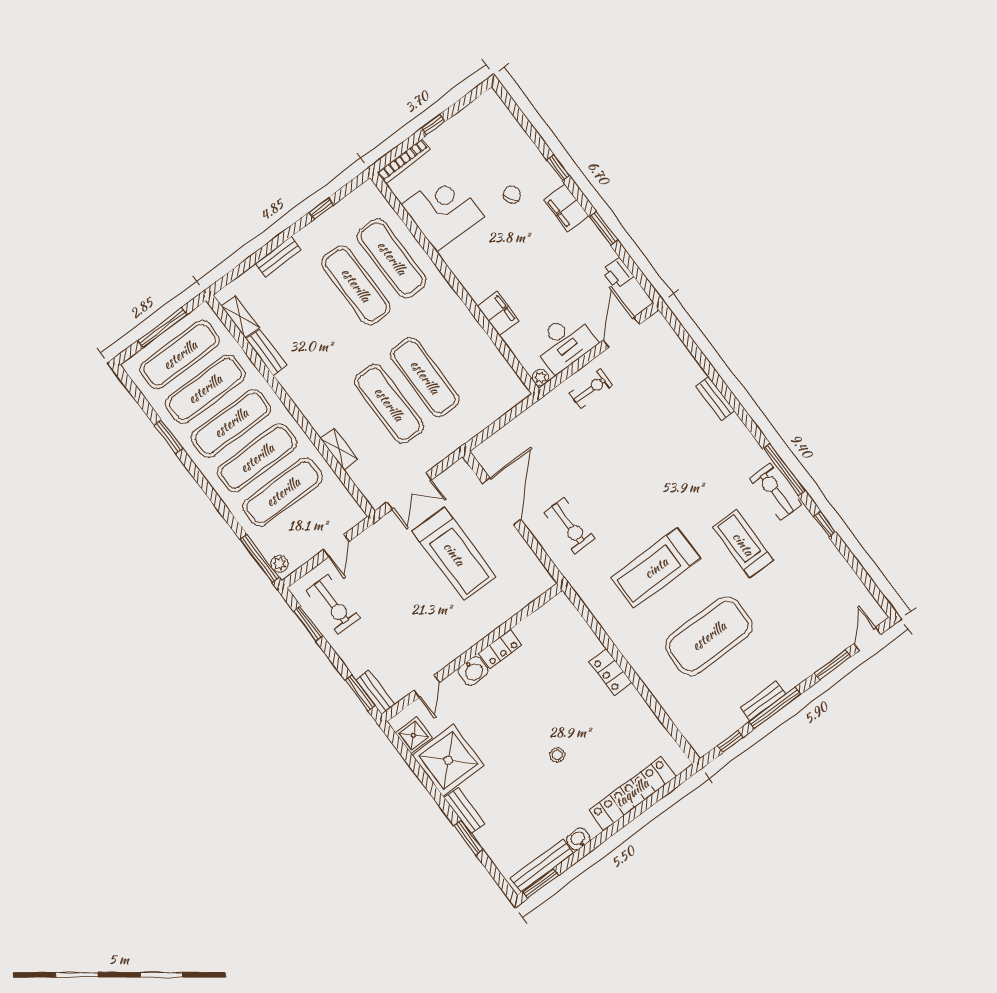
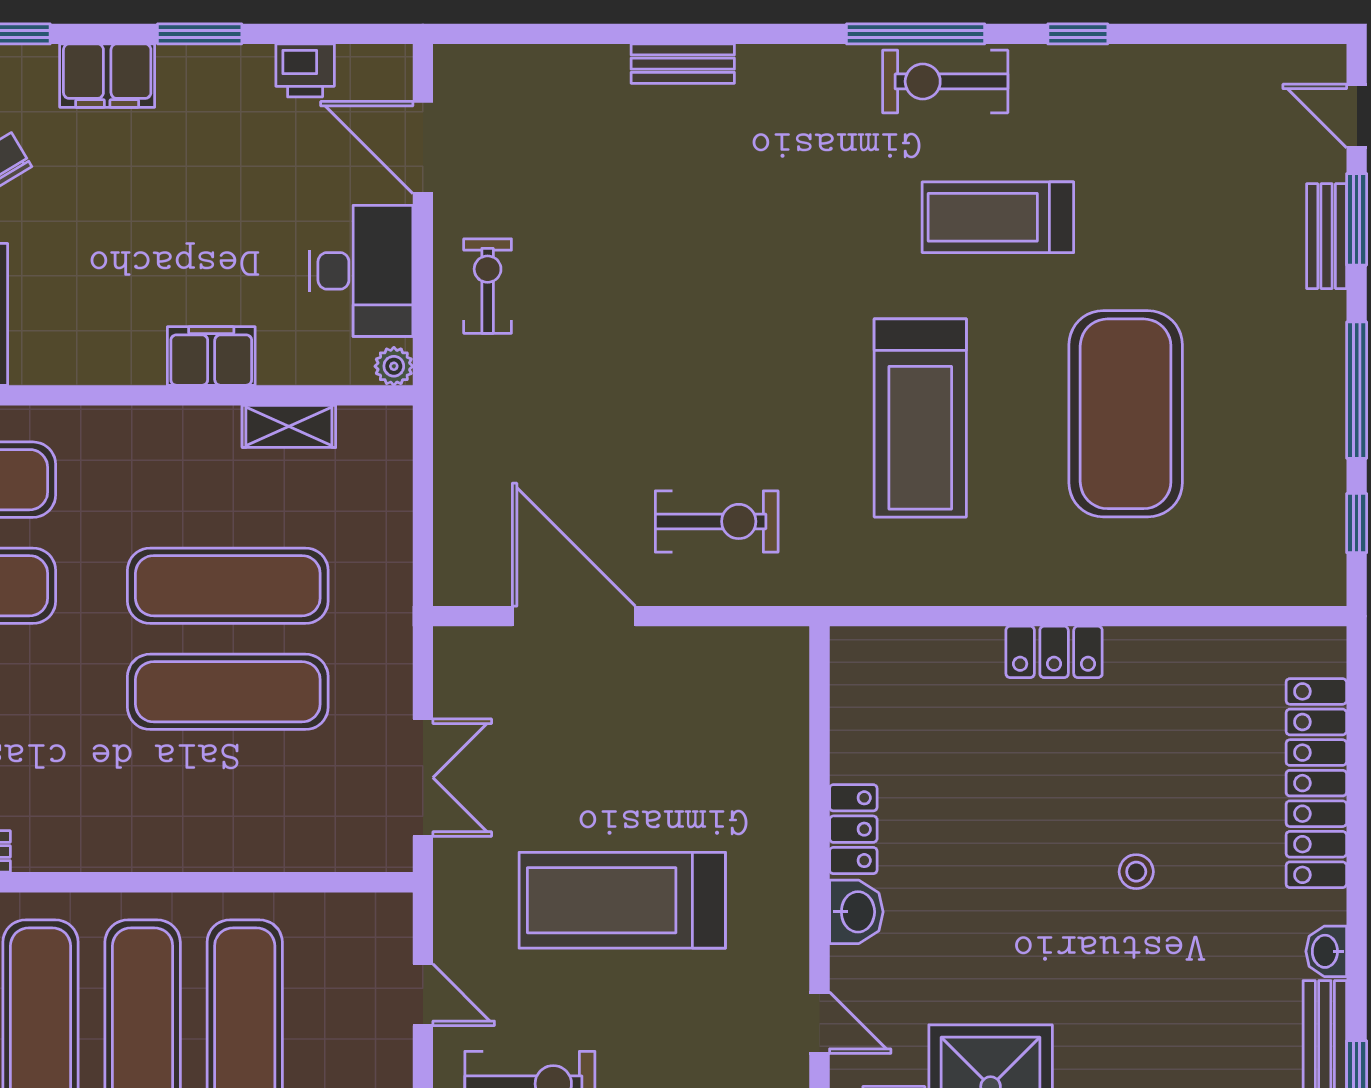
shelving: (339, 449) -> (289, 426), moved
treadmill: (454, 554) -> (622, 900), moved, turned 180
bench: (763, 701) -> (1327, 236), moved

